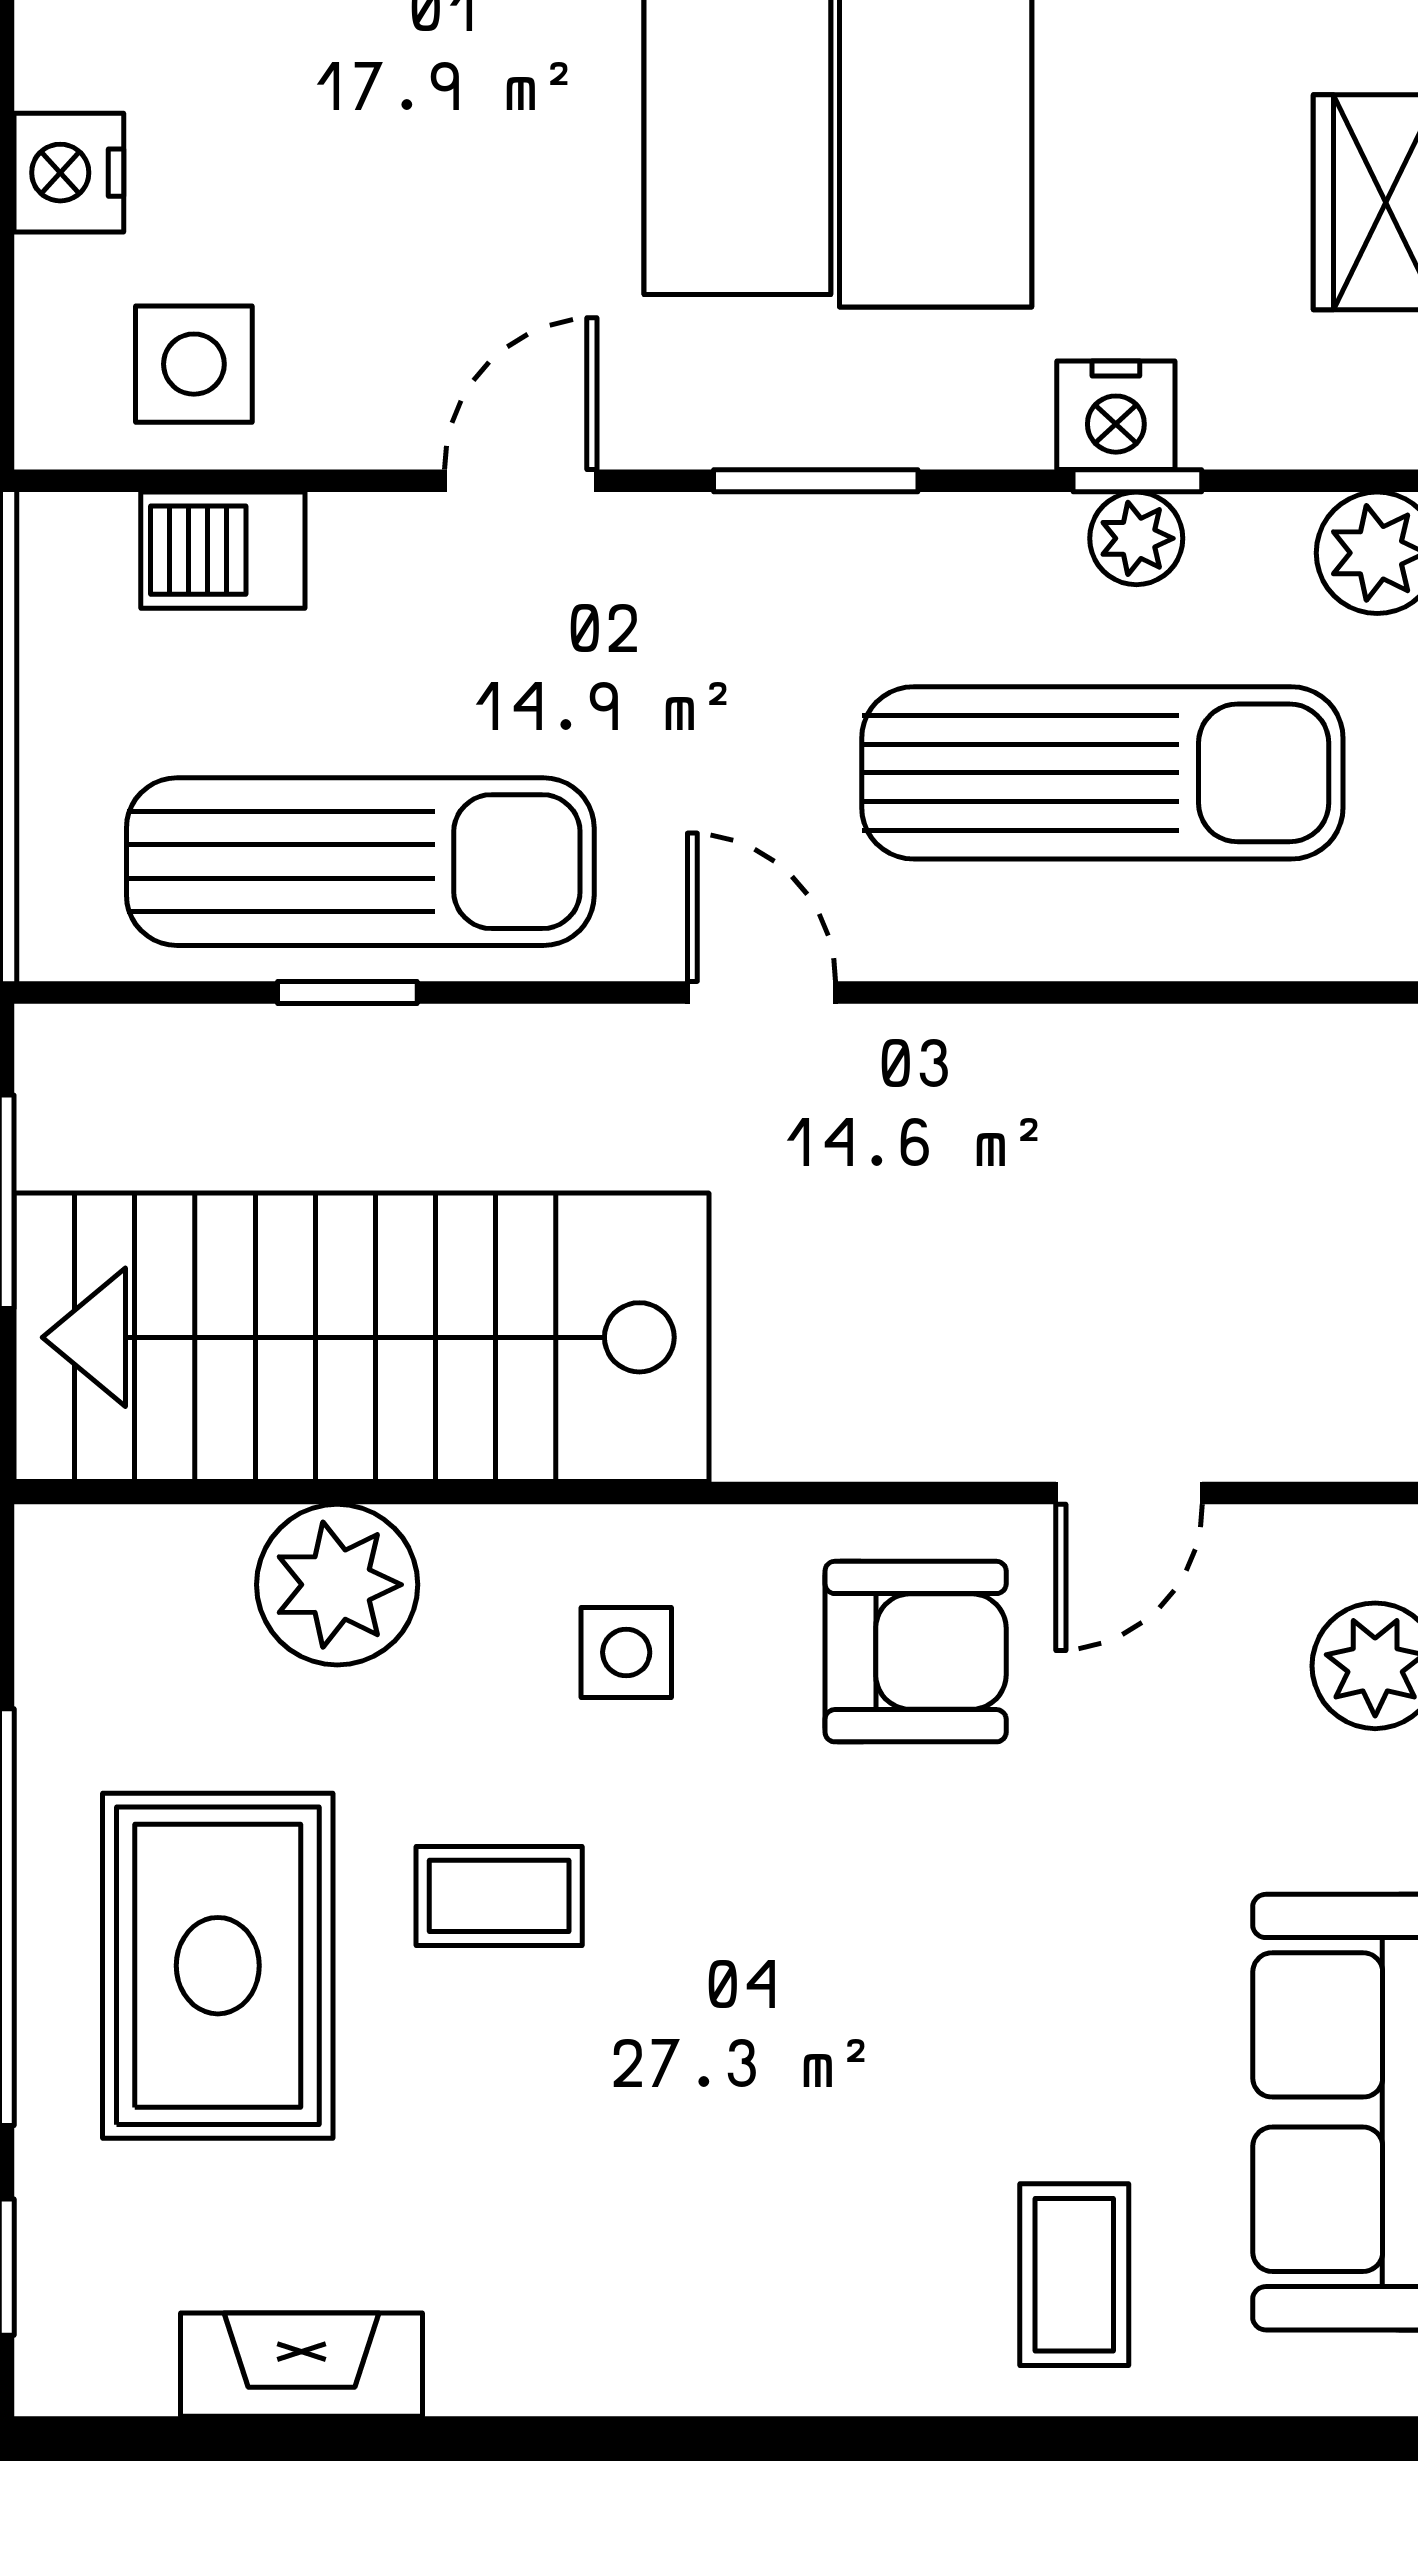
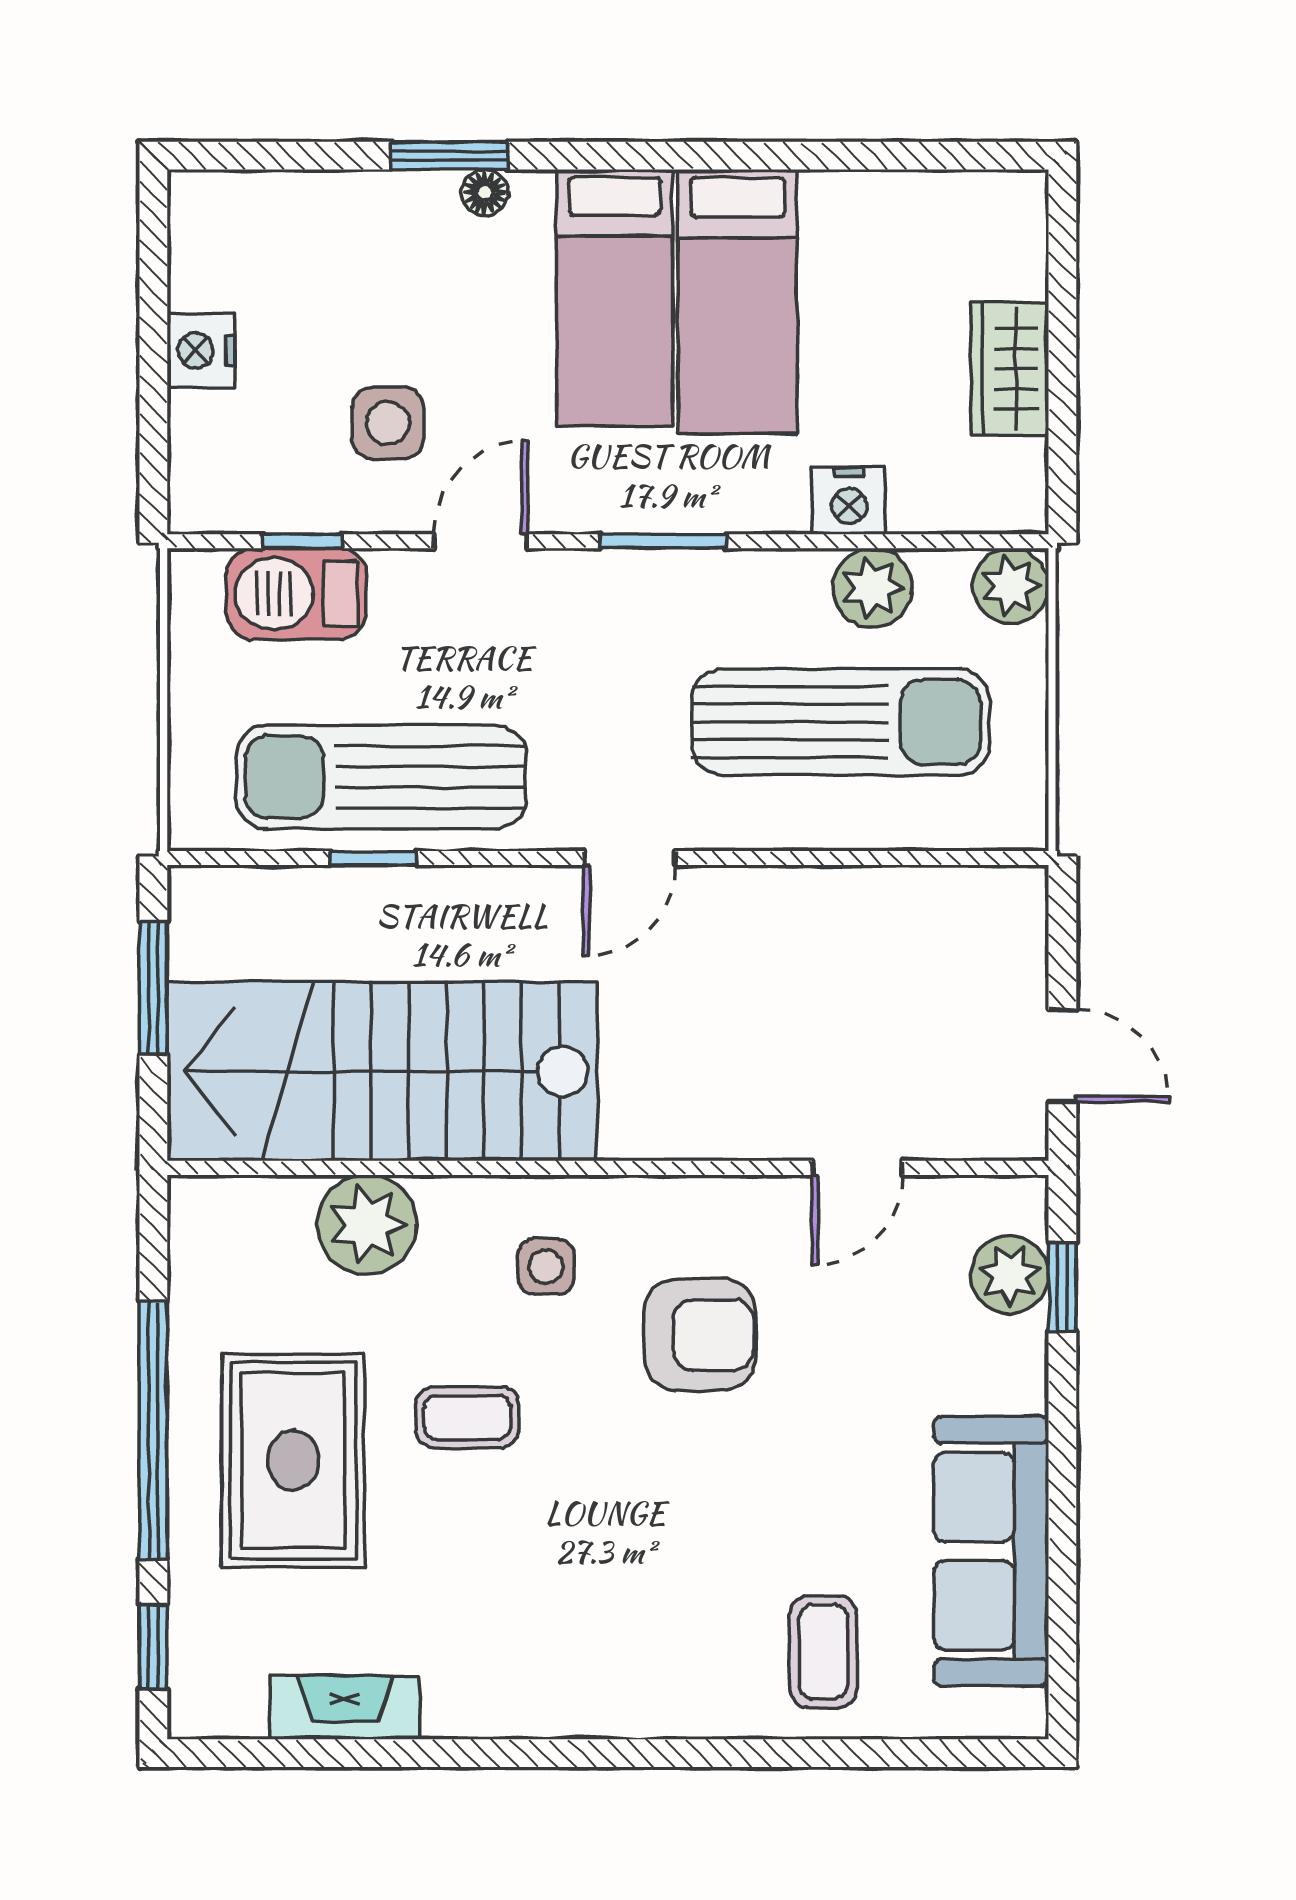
side table: (194, 364) -> (388, 423), moved
window: (1137, 481) -> (303, 541), moved
plant: (1136, 538) -> (872, 588), width x1.38, depth x1.38
barbecue: (223, 550) -> (296, 594), width x1.38, depth x1.27
sun lounger: (360, 862) -> (381, 777), turned 180
door: (761, 993) -> (630, 858), swing flipped
armchair: (916, 1652) -> (700, 1335), moved

